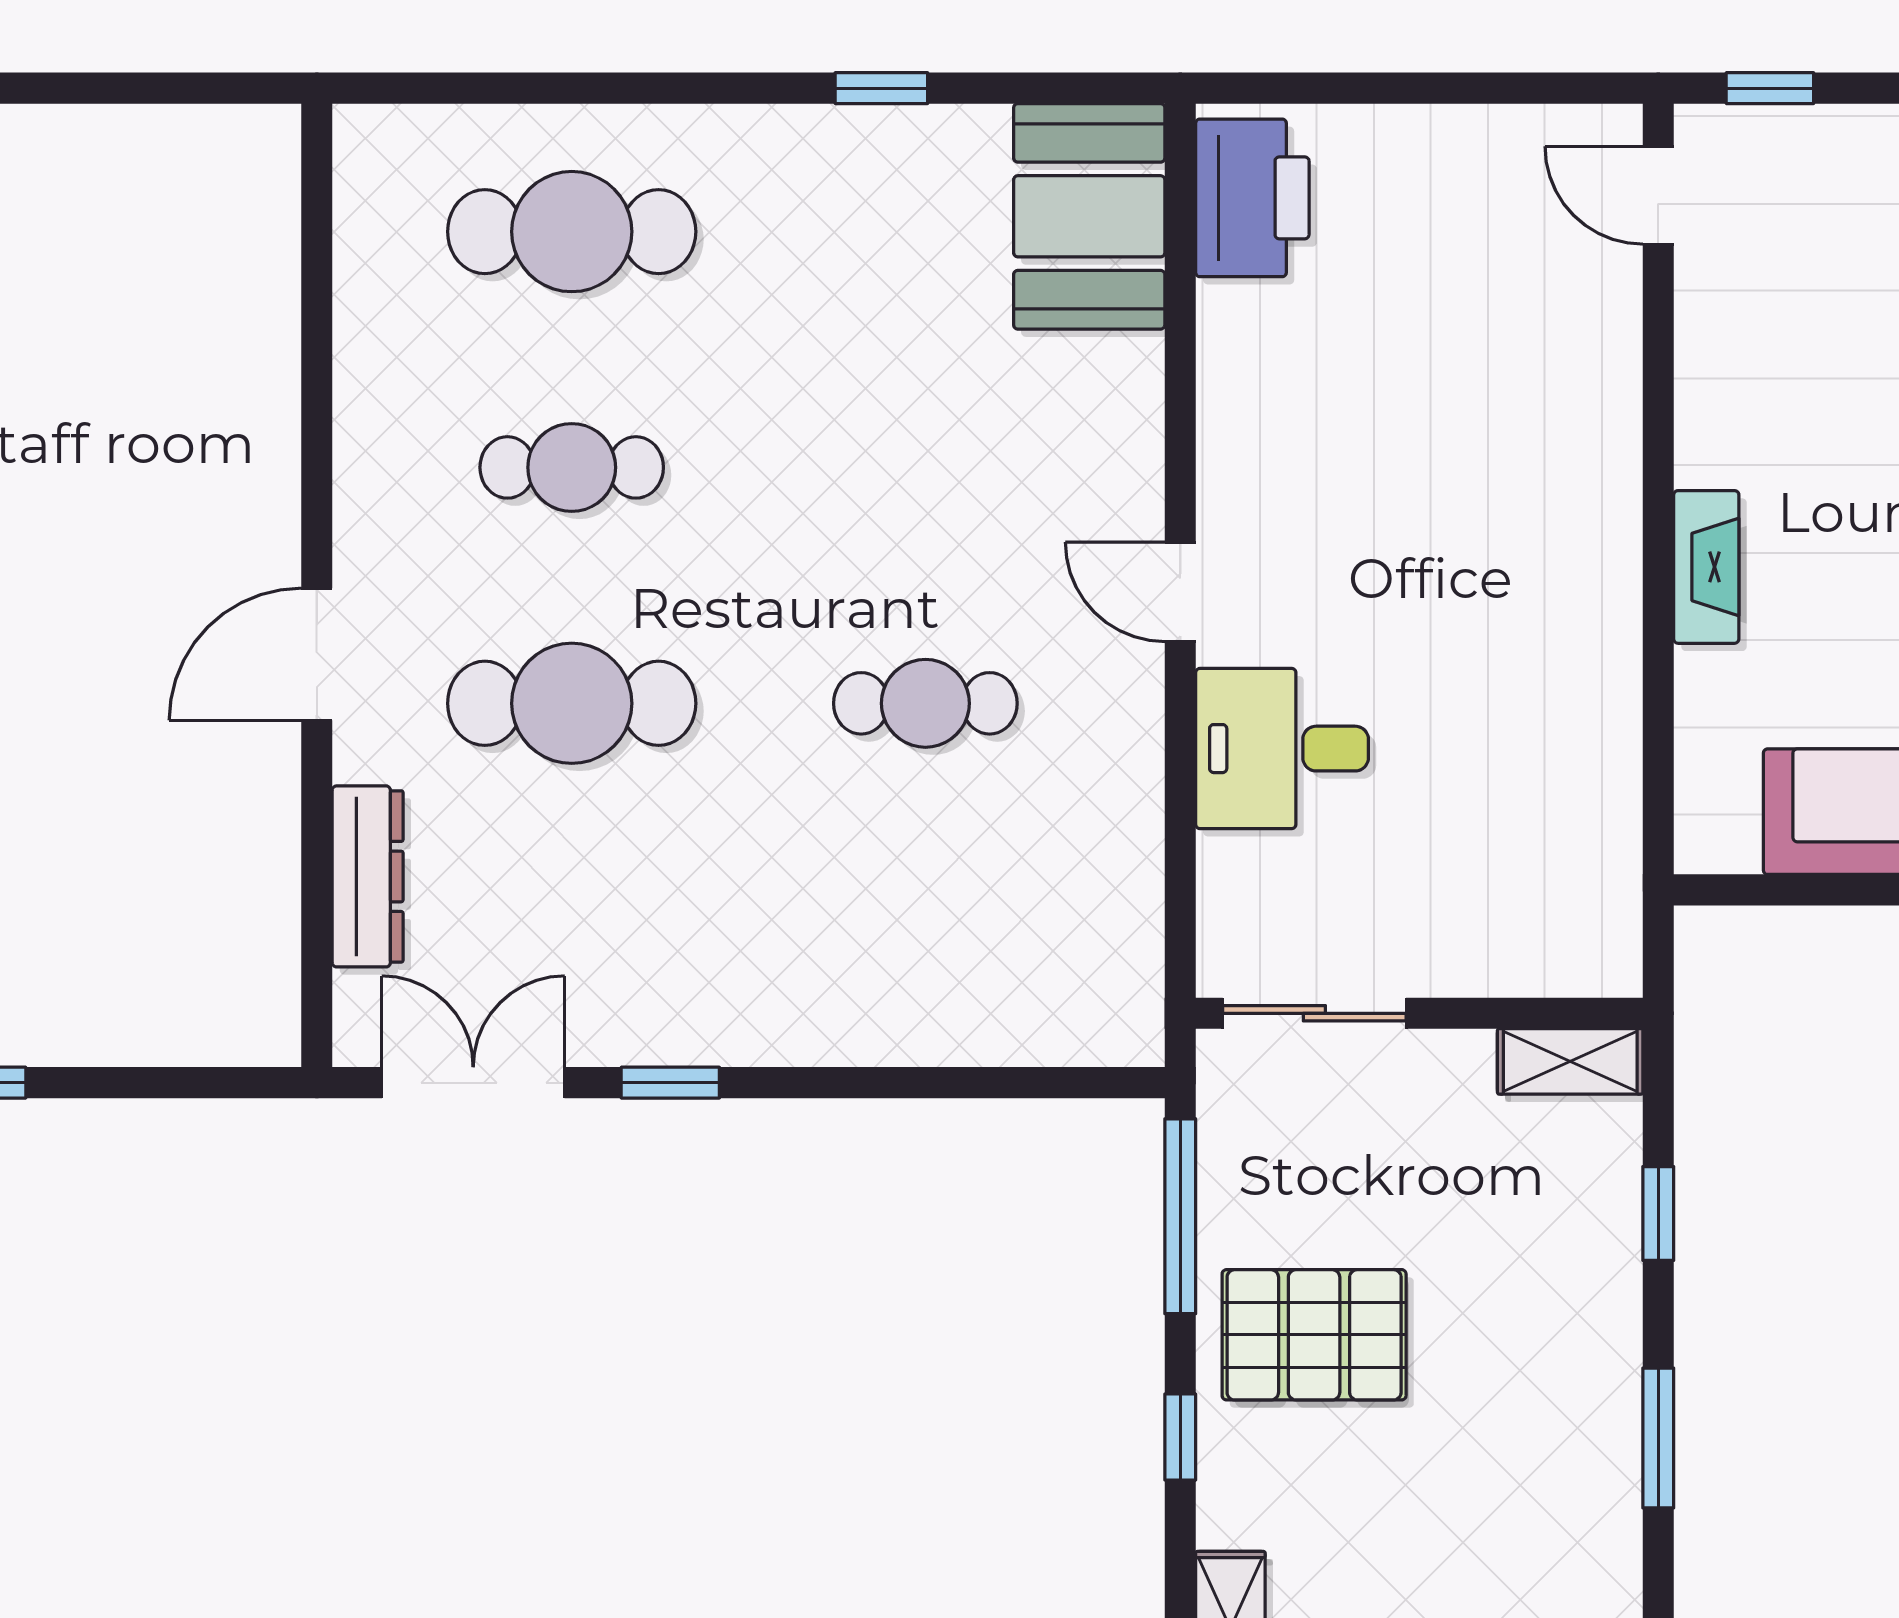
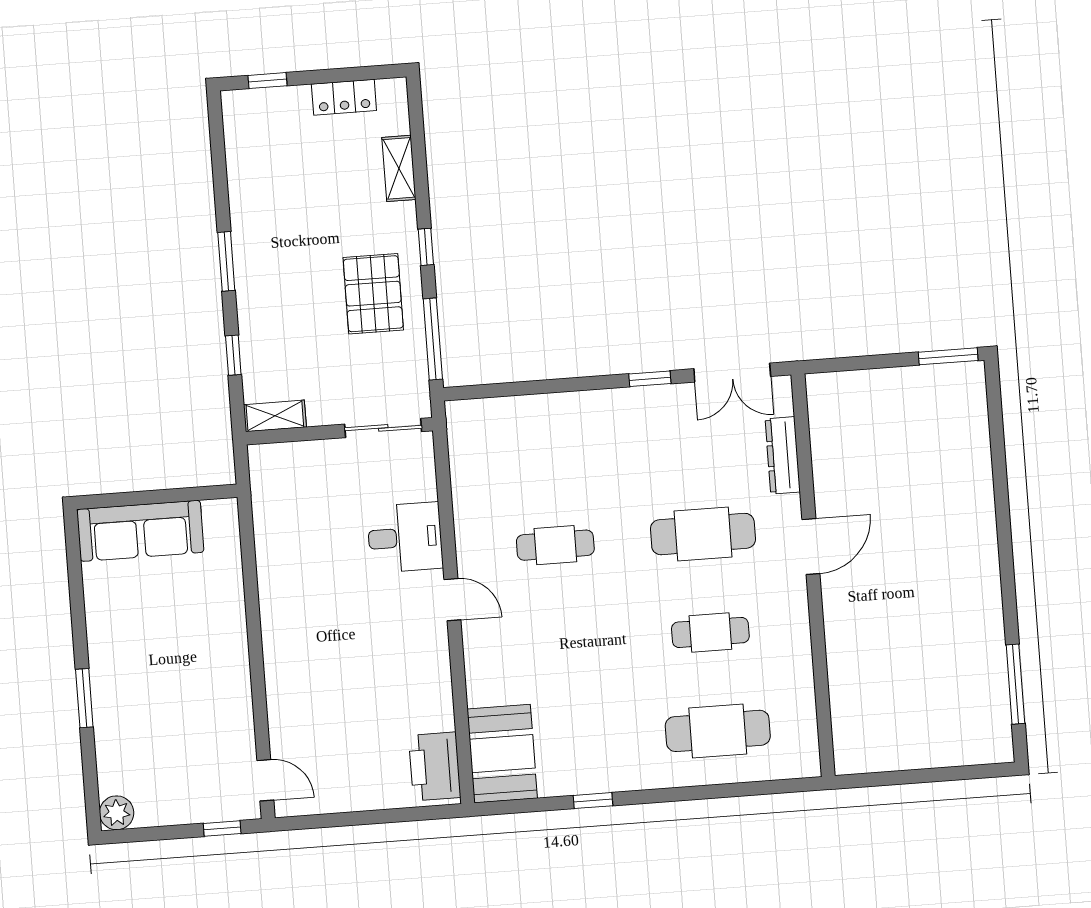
fireplace: (1706, 567) -> (234, 627), removed
pallet: (1314, 1335) -> (373, 294), turned 90

